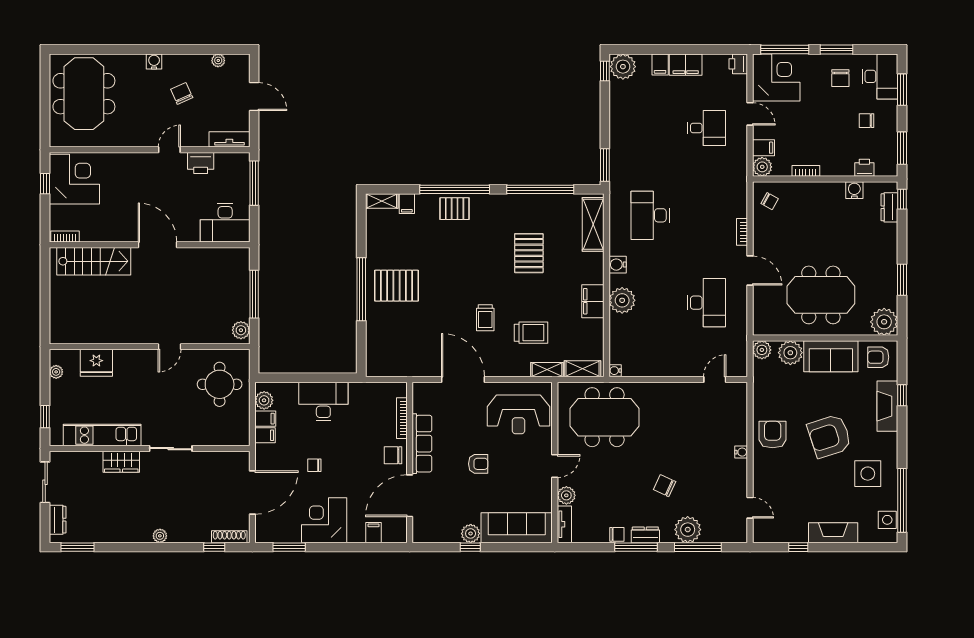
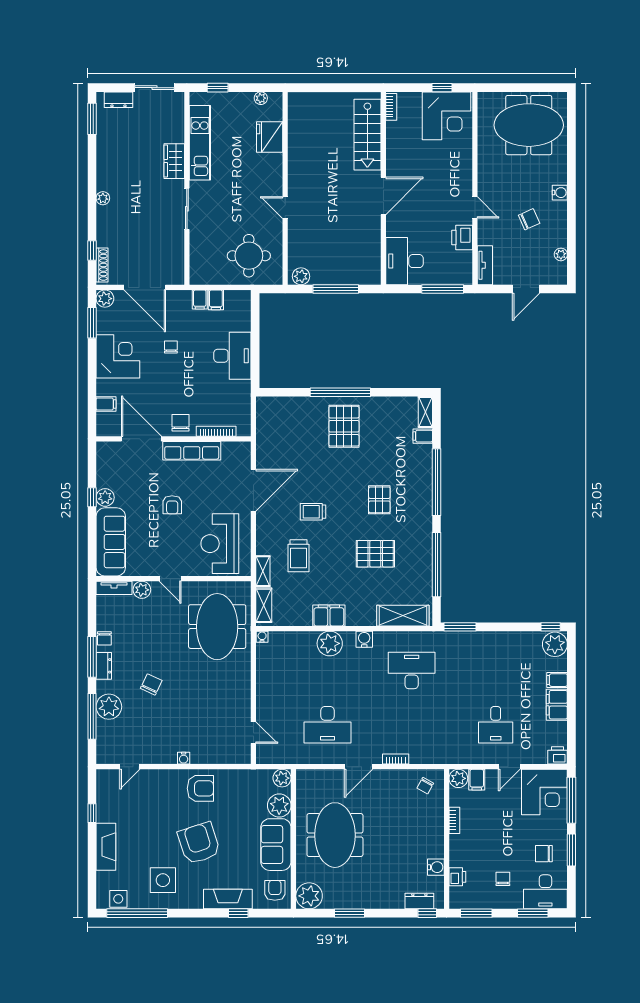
pallet: (455, 209) -> (379, 500), moved
plant: (264, 400) -> (105, 299), moved

